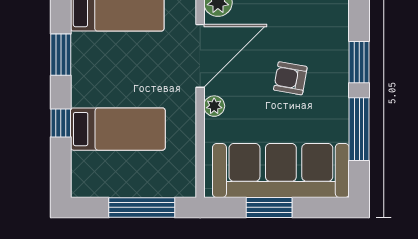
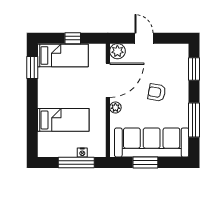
window: (61, 55) -> (32, 68), moved
window: (359, 62) -> (194, 69), moved
window: (61, 123) -> (32, 117), removed
nightstand: (153, 189) -> (82, 153), added

